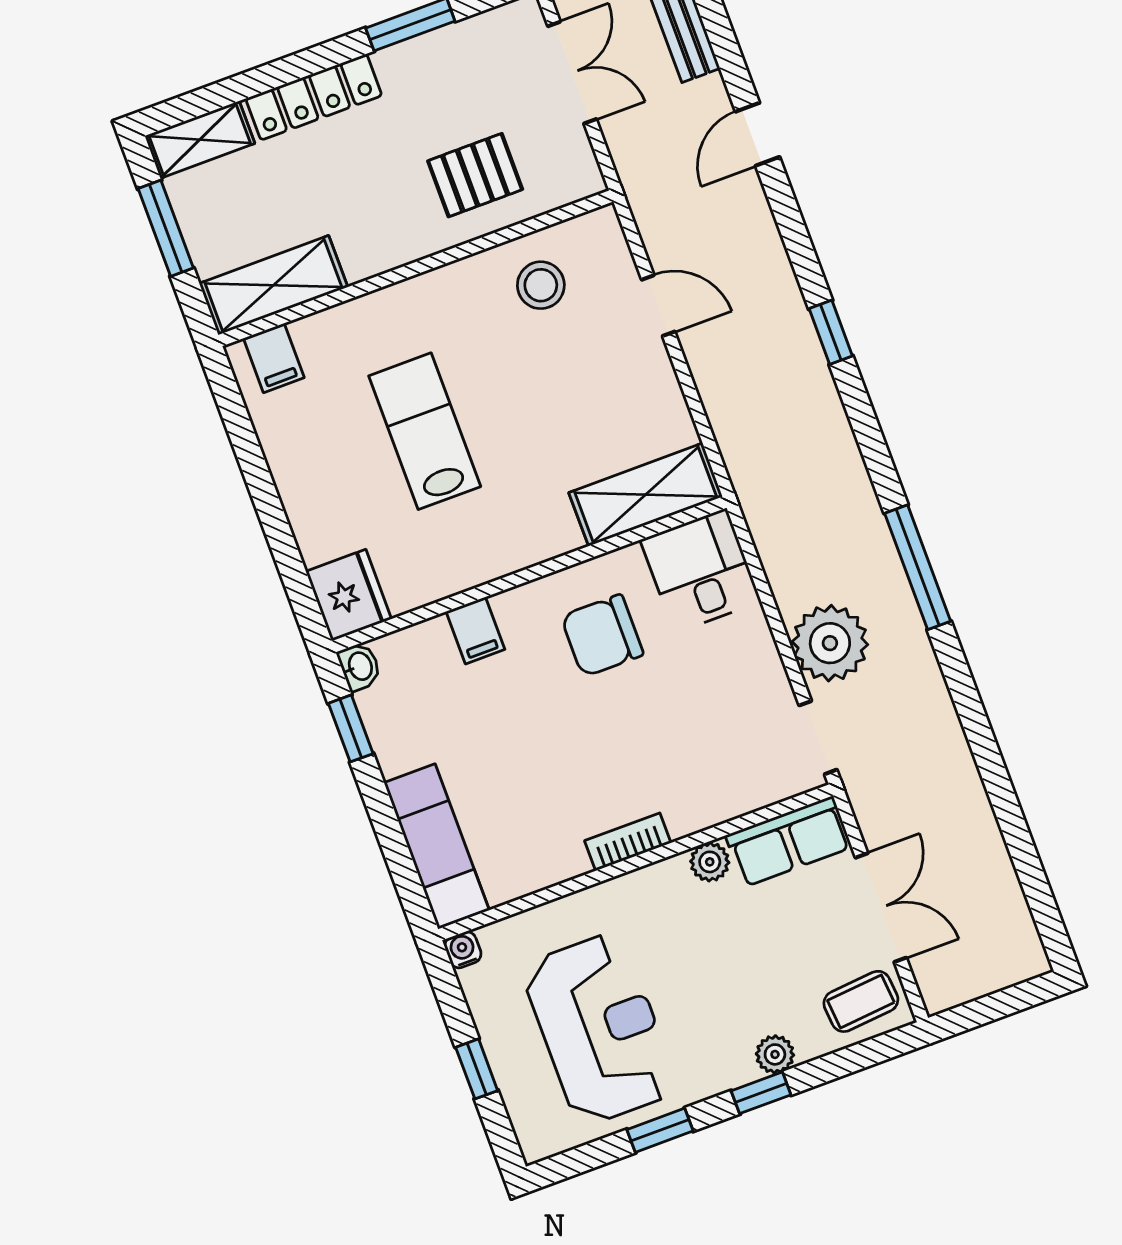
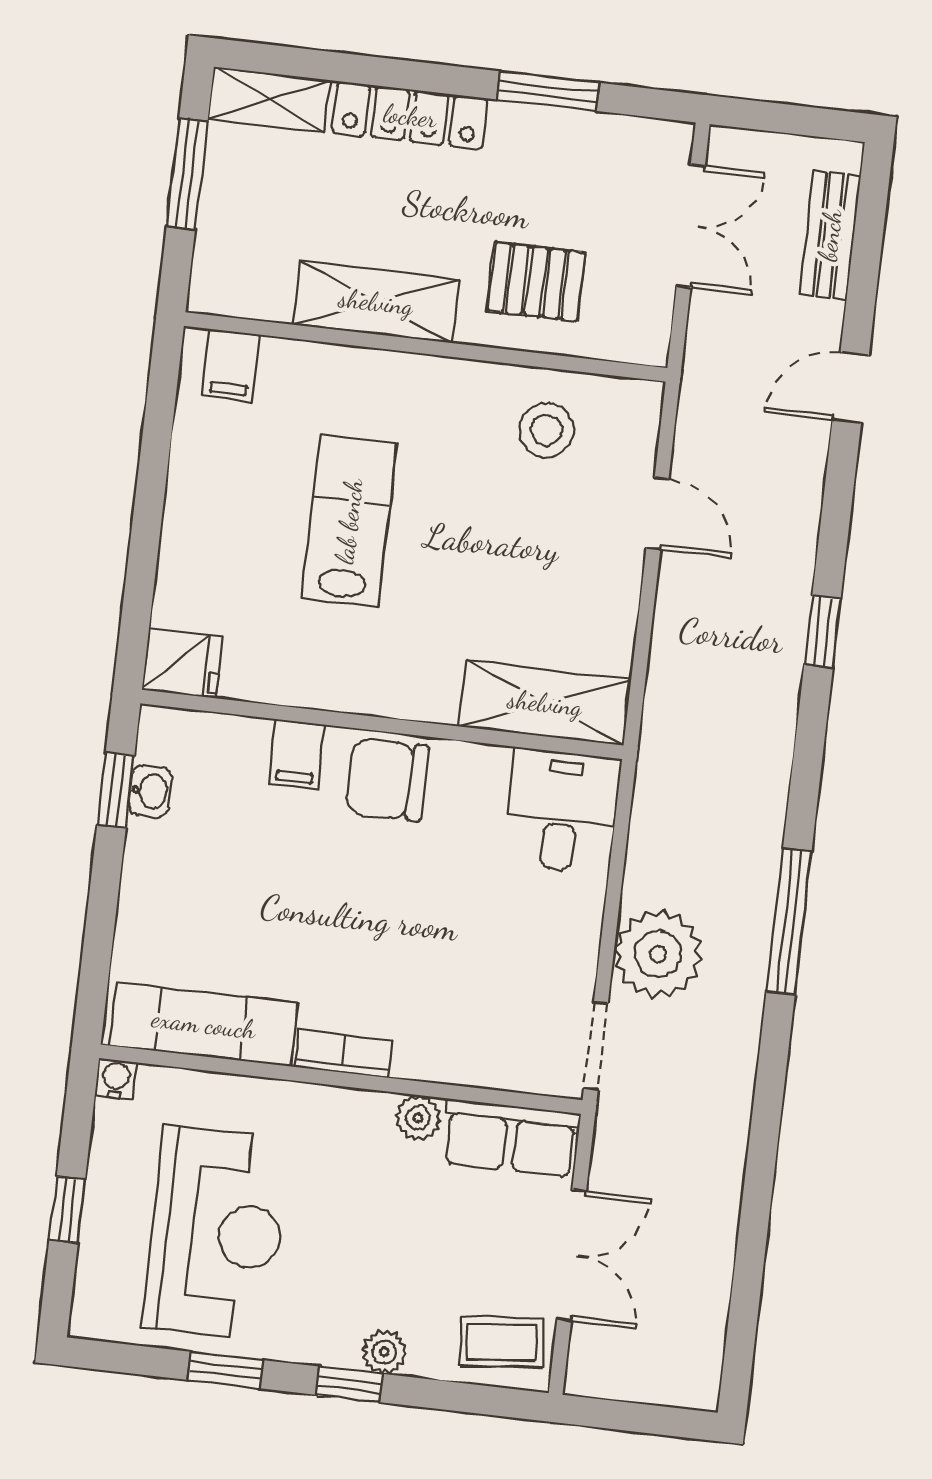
shelving: (273, 285) -> (376, 302), moved
fridge: (349, 595) -> (182, 663), width x0.72
chair: (602, 635) -> (387, 780), moved
washbasin: (359, 666) -> (150, 791), moved
exam couch: (437, 846) -> (204, 1024), moved, turned -90

